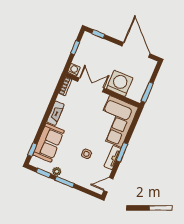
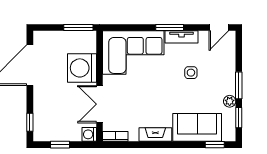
door: (108, 185) -> (219, 28), hinge flipped

